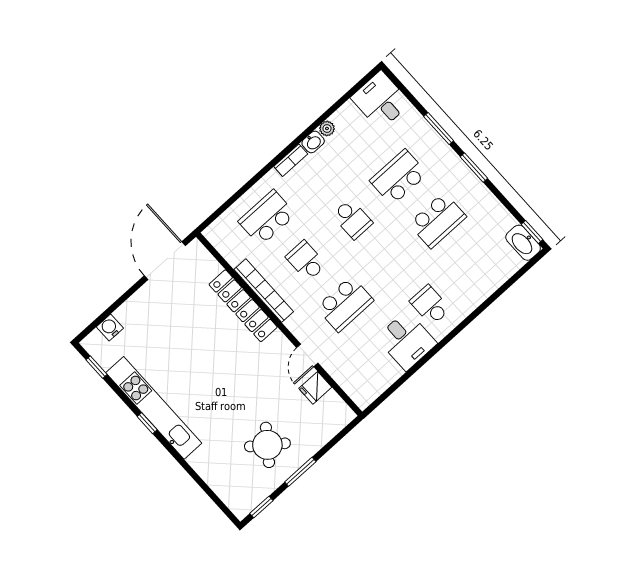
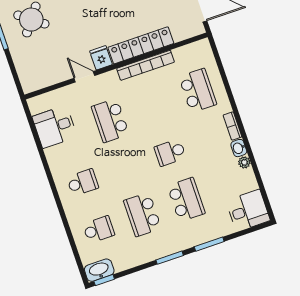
school desk: (306, 261) -> (99, 229), moved
desk: (406, 341) -> (55, 127), moved
fridge: (315, 388) -> (101, 58), moved

